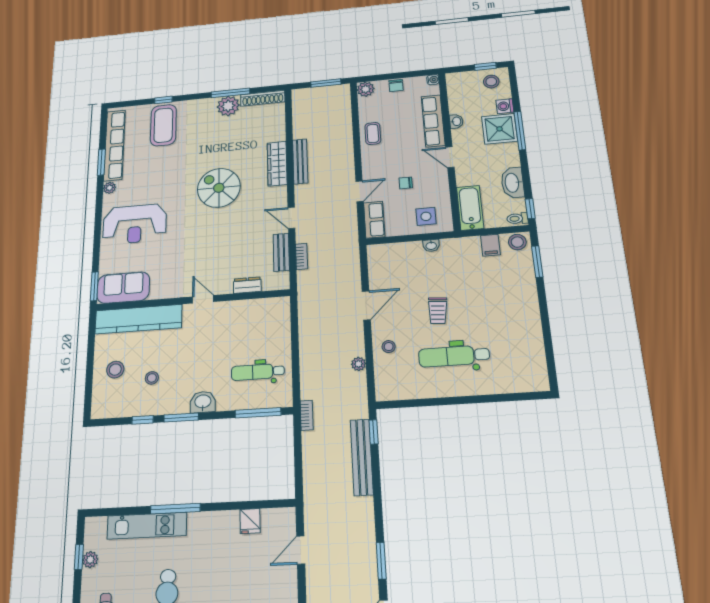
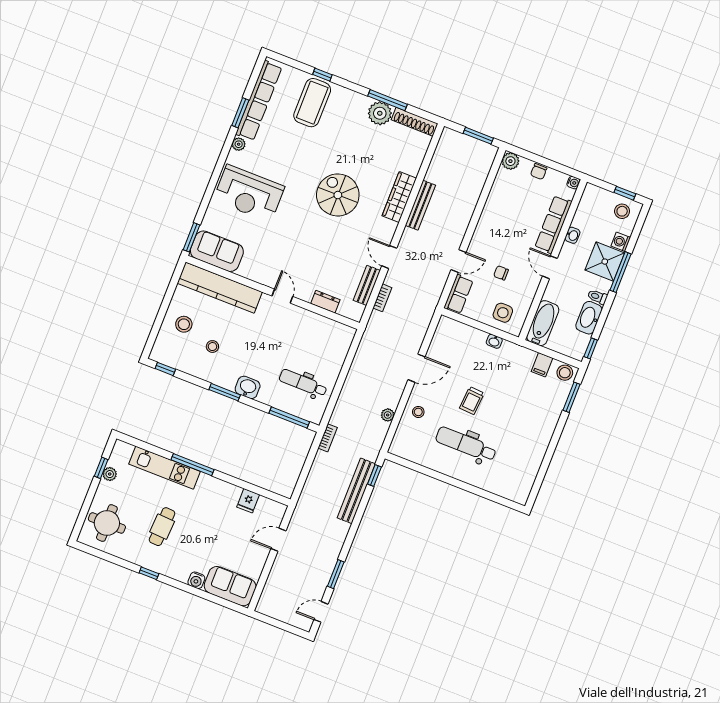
coffee table: (373, 133) -> (496, 210), removed
toilet: (517, 218) -> (597, 297), moved
window: (143, 420) -> (165, 369), moved

